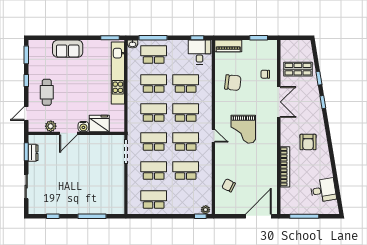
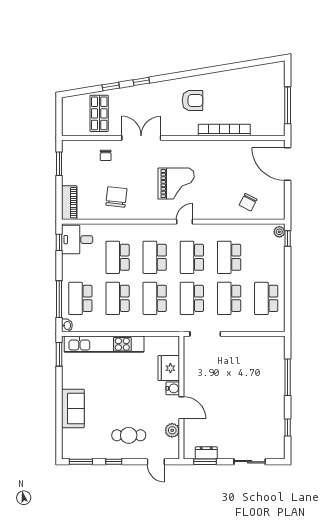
desk: (323, 190) -> (254, 81), removed

